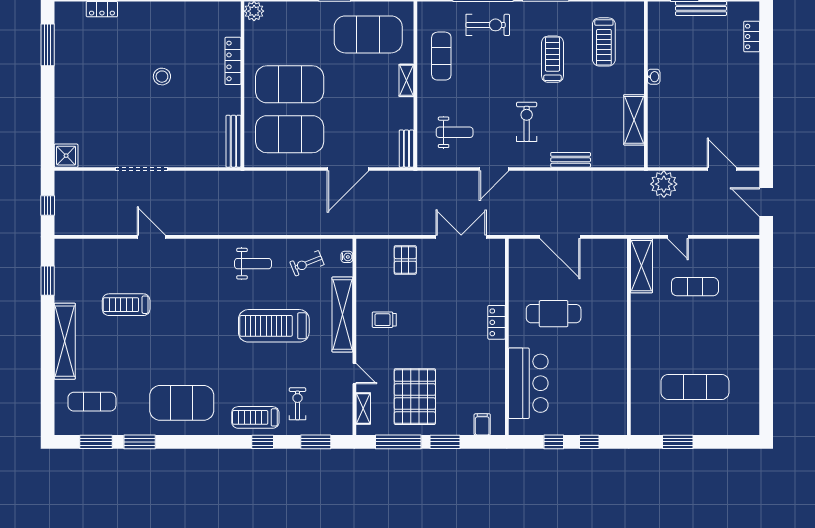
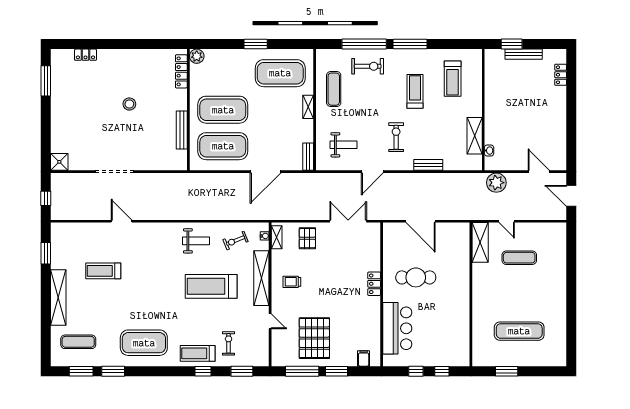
locker: (233, 61) -> (181, 71), moved
washbasin: (654, 77) -> (489, 151), moved
bench: (233, 141) -> (182, 130), moved
shelving: (363, 408) -> (277, 237), moved

